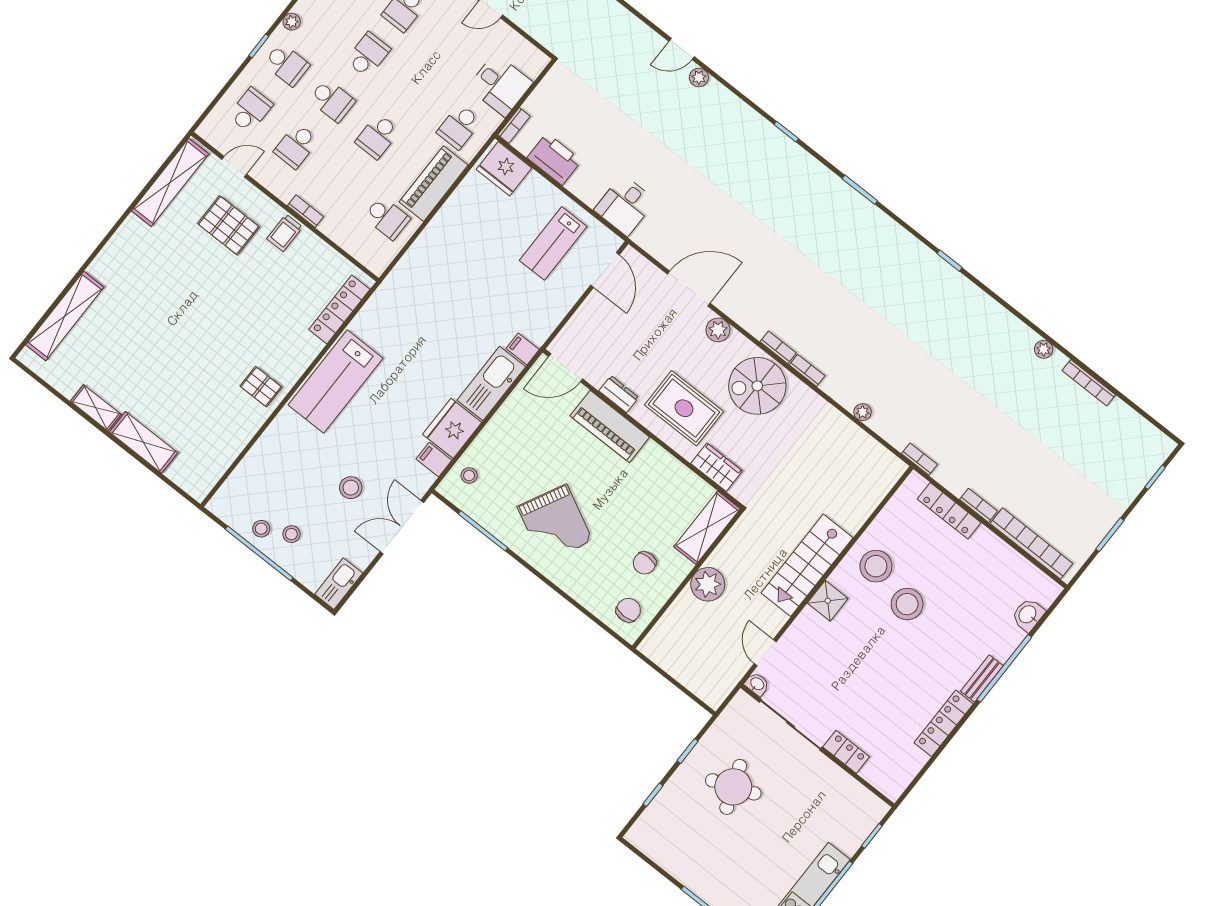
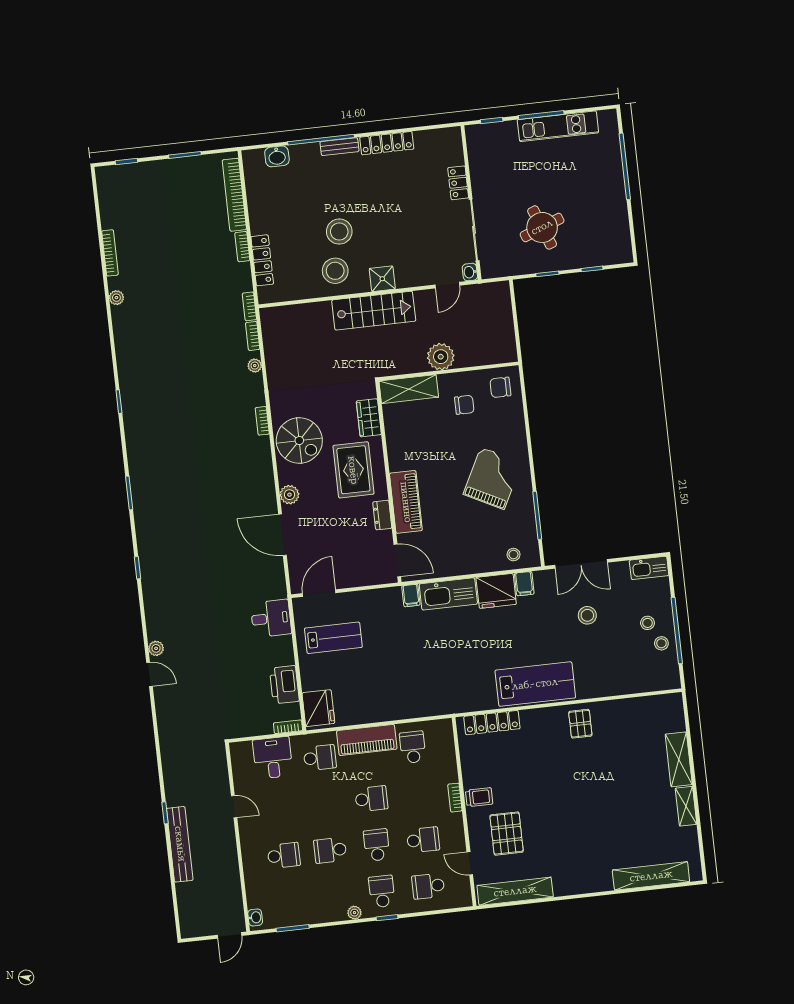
bookcase: (778, 347) -> (253, 336), moved

